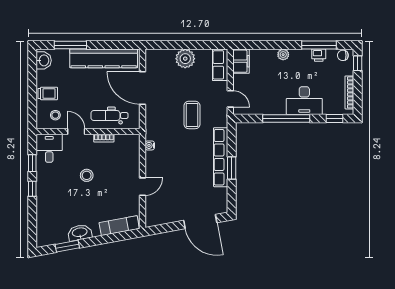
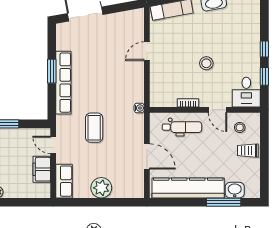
washbasin: (44, 60) -> (235, 190), moved, turned 90
filing cabinet: (241, 61) -> (42, 169), moved
door: (142, 88) -> (147, 156), width x0.73
water cooler: (150, 145) -> (139, 108), moved

